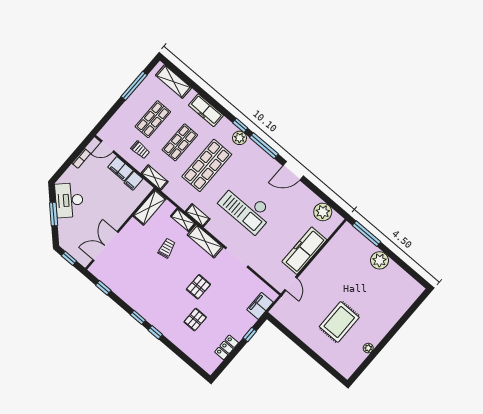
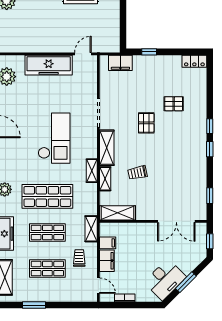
window: (134, 86) -> (34, 305), width x0.69
pallet: (198, 287) -> (146, 123), turned 90
locker: (227, 347) -> (194, 61), moved

